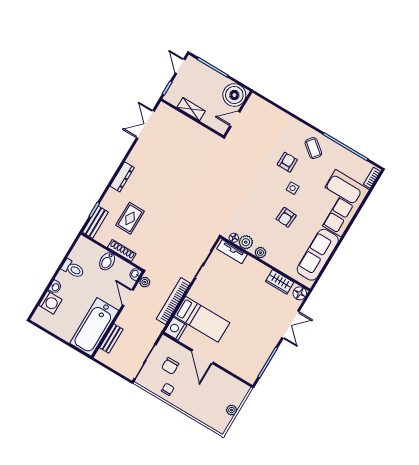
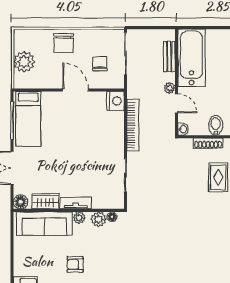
armchair: (286, 217) -> (75, 264), turned -94
tv unit: (232, 252) -> (76, 203), moved
sofa: (318, 255) -> (44, 224), moved, turned 90
plant: (145, 282) -> (169, 88), moved
bed: (202, 319) -> (28, 119), moved, turned -90
chair: (168, 389) -> (64, 43), moved, width x1.87, depth x1.87
plant: (232, 410) -> (24, 62), width x1.88, depth x1.88

